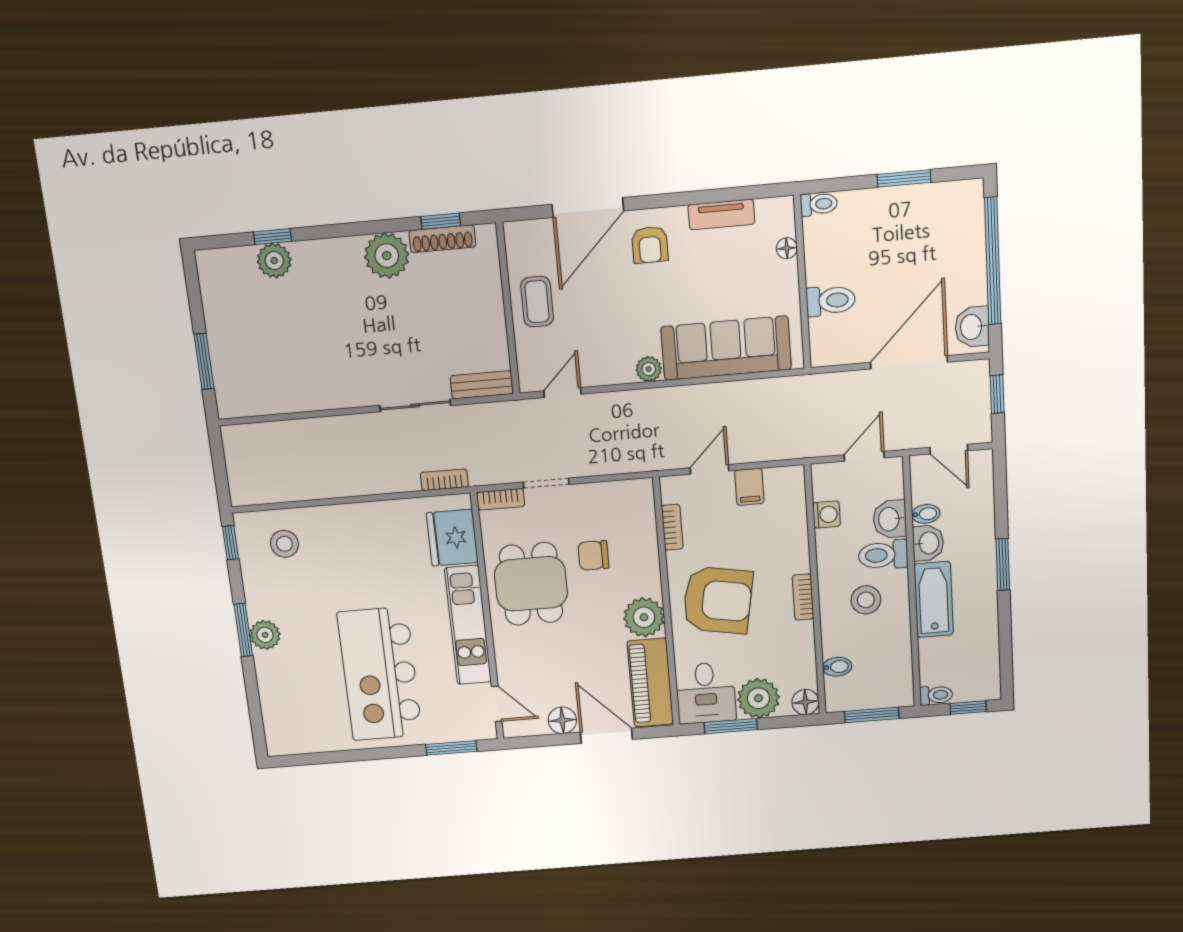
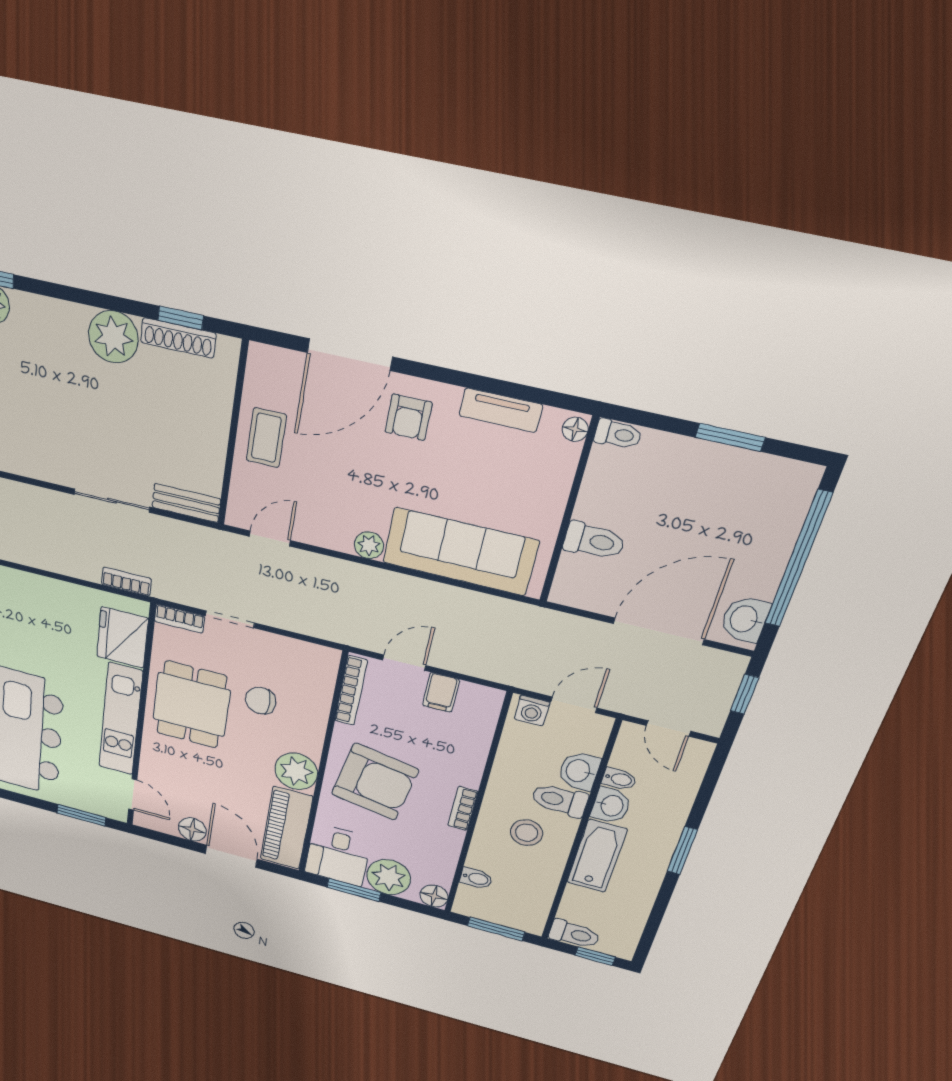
floor lamp: (787, 248) -> (575, 429), moved
washing machine: (826, 515) -> (532, 711), moved, turned 90
bookcase: (672, 527) -> (351, 691), width x1.56
toilet: (936, 695) -> (574, 934), width x1.37, depth x1.39

